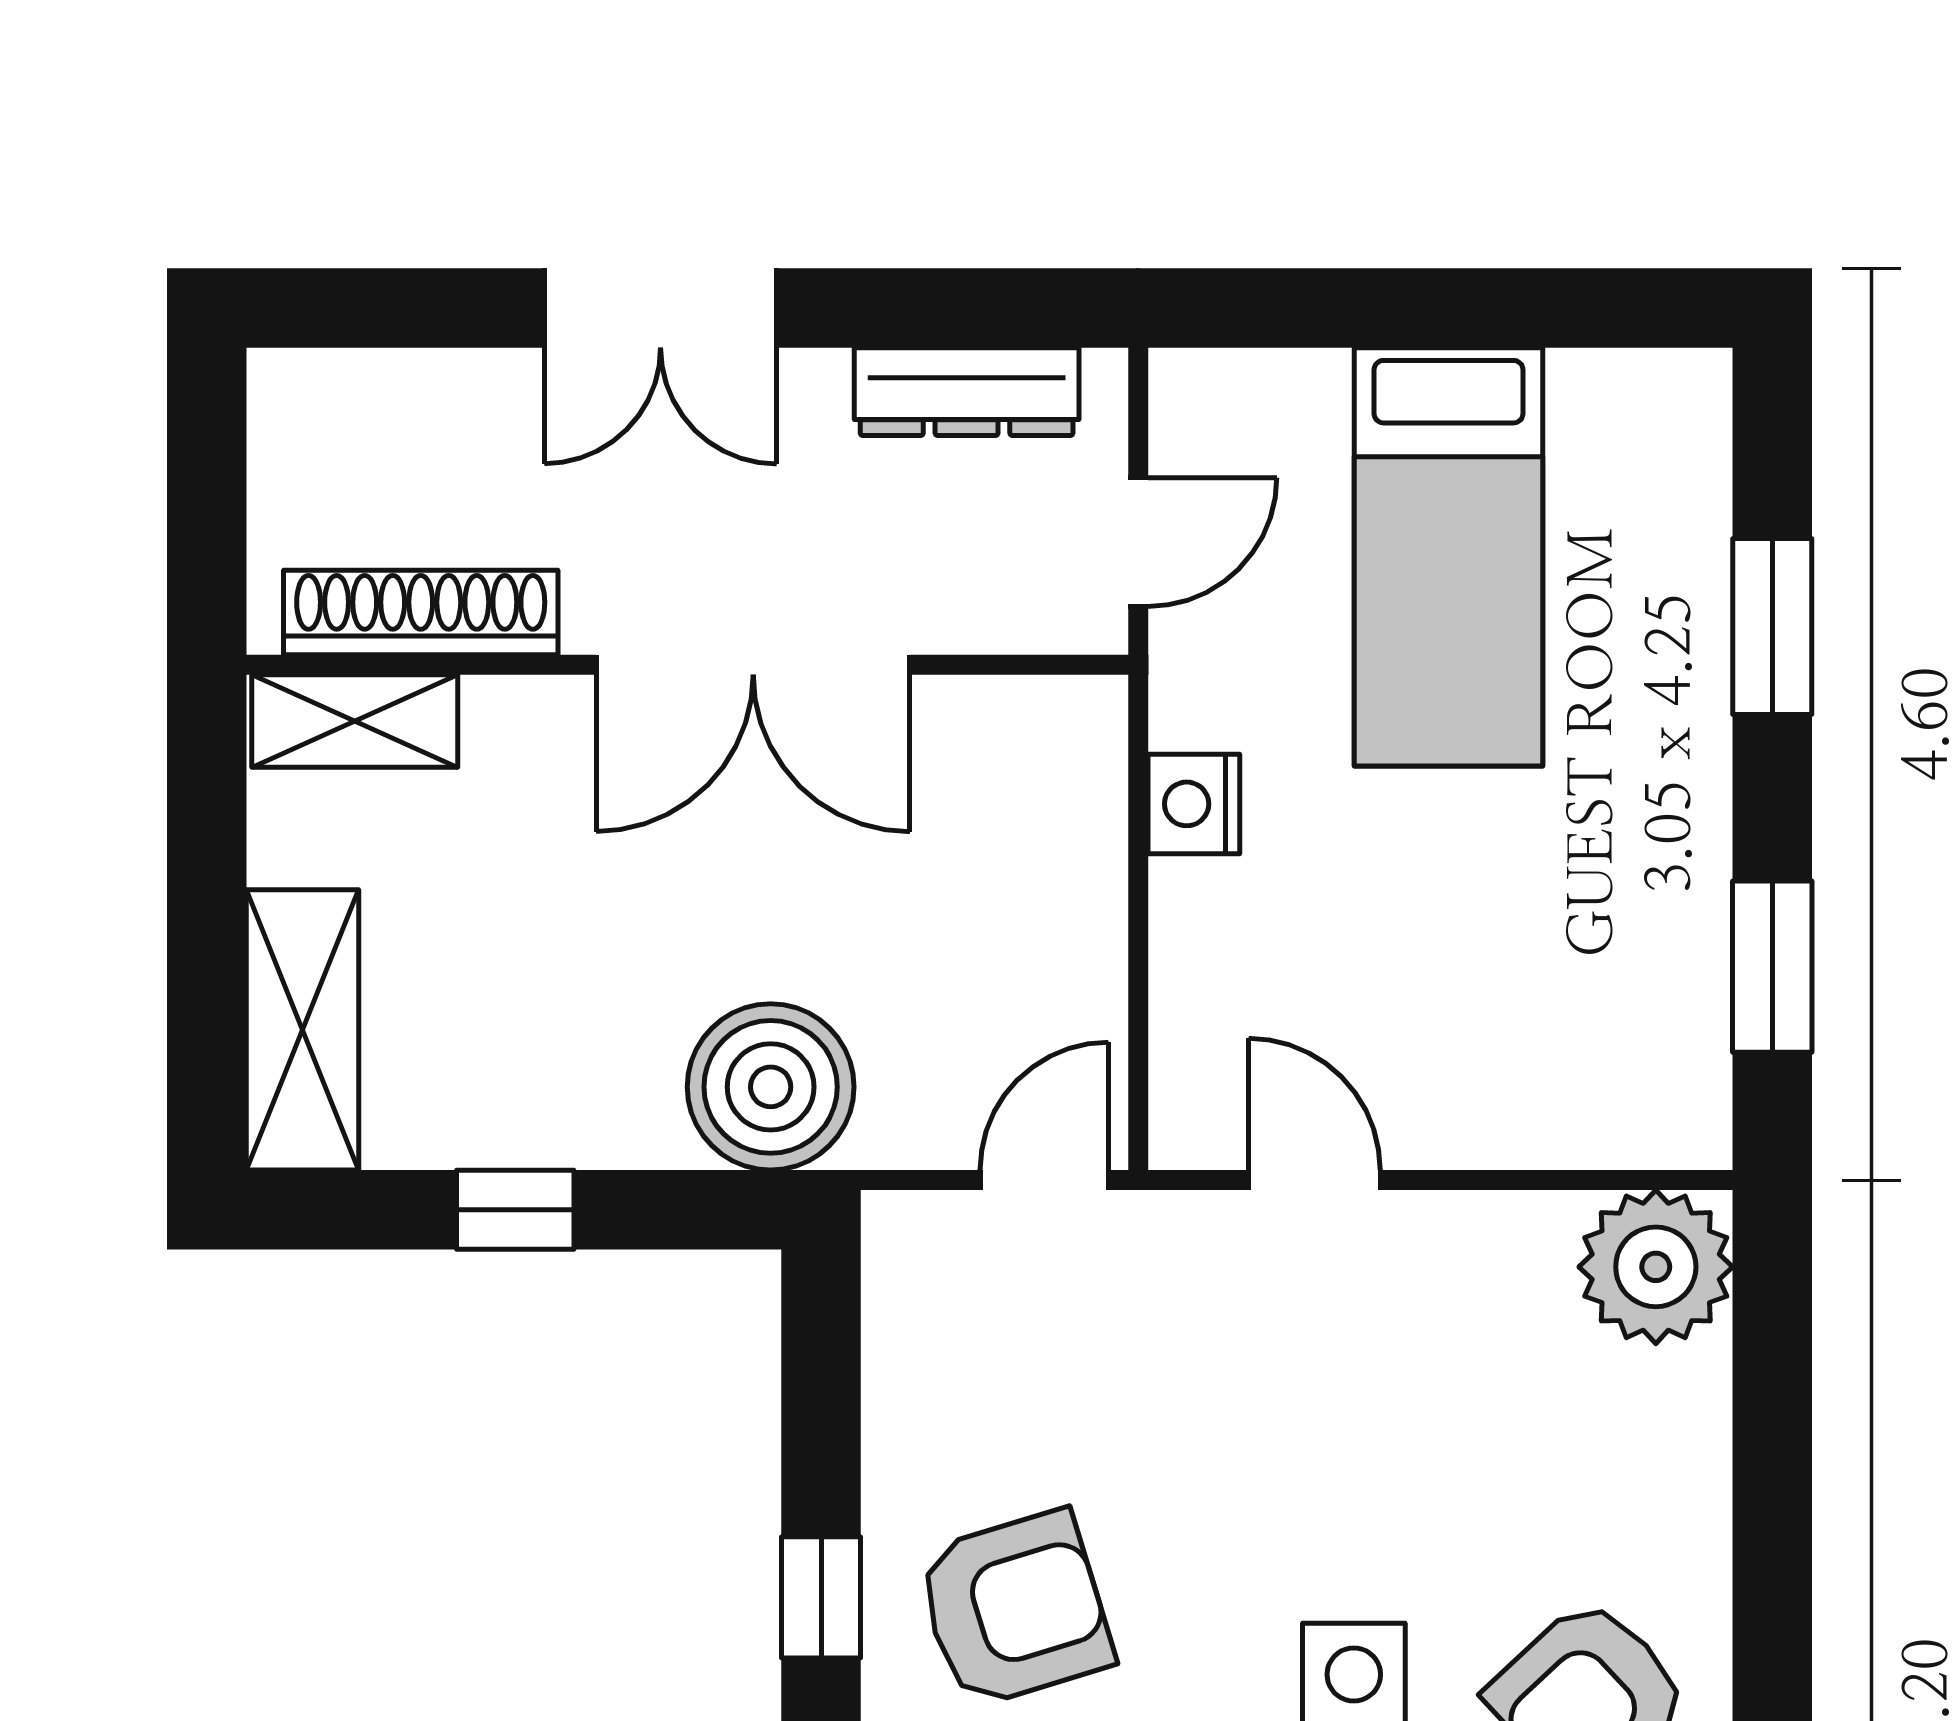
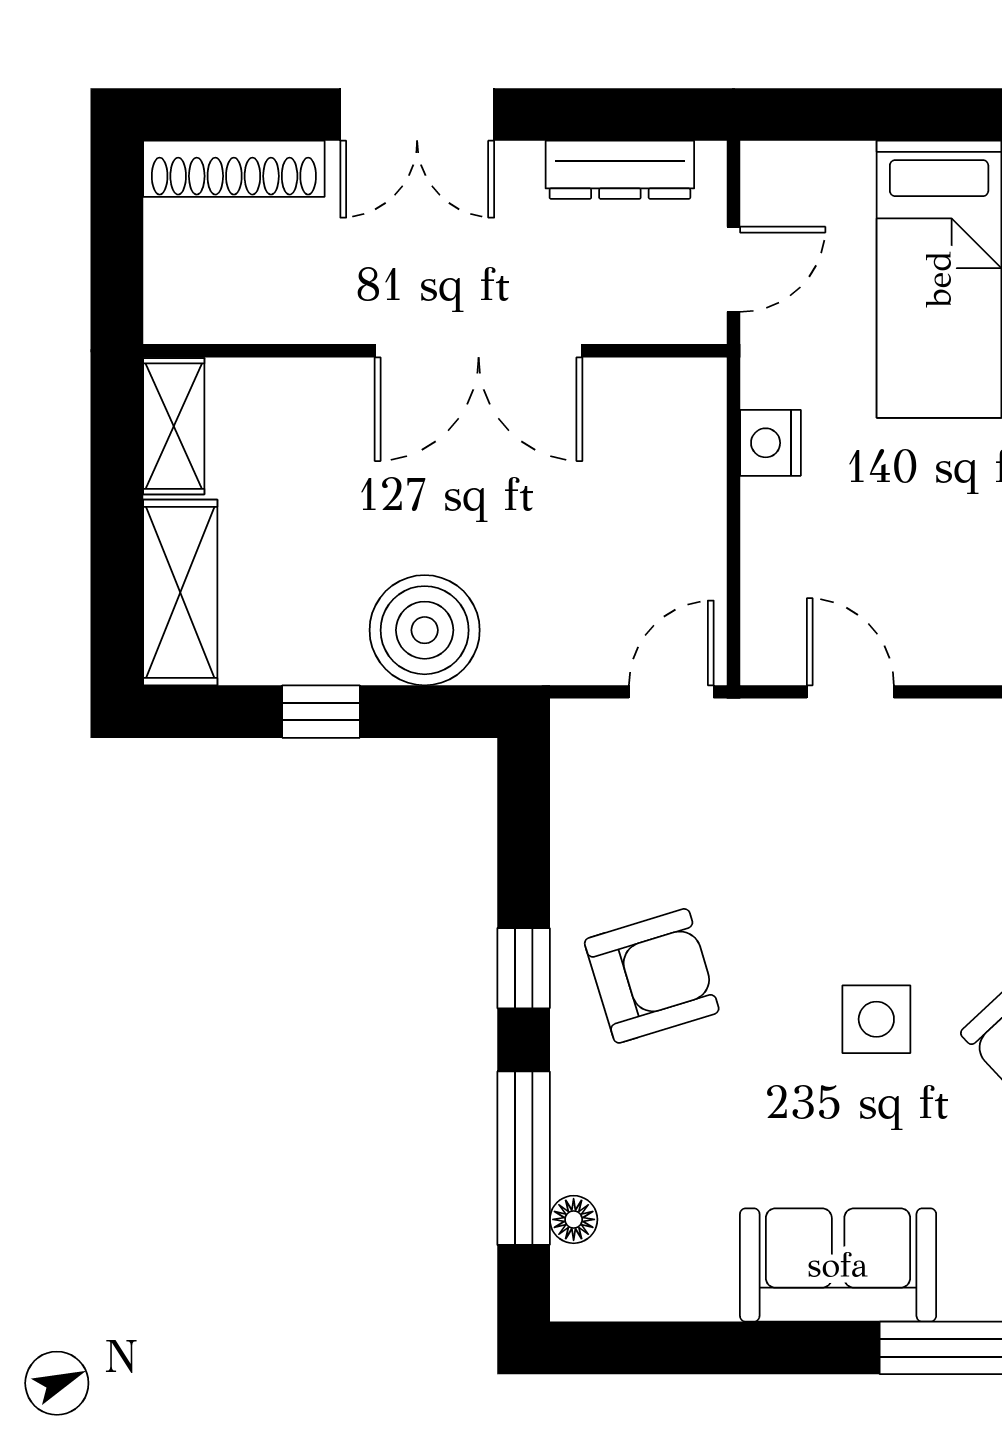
shoe rack: (421, 613) -> (234, 169), moved, turned 180
shelving: (355, 721) -> (174, 426), moved, turned 90
boiler: (771, 1087) -> (425, 630), moved

